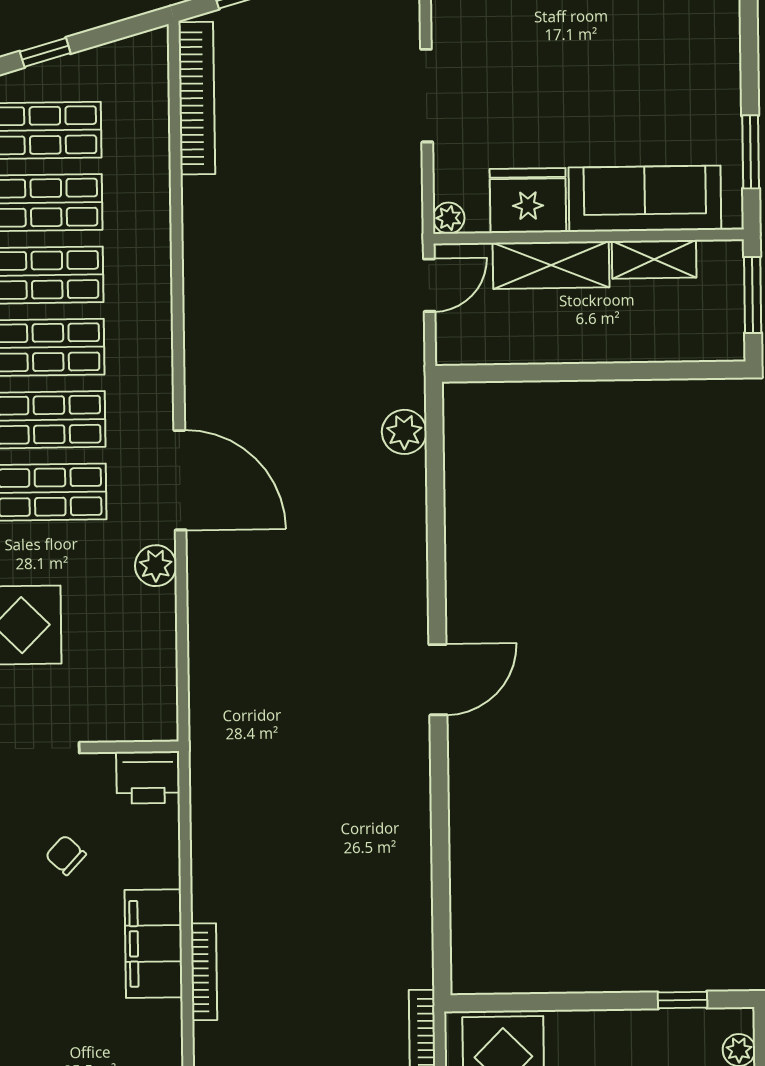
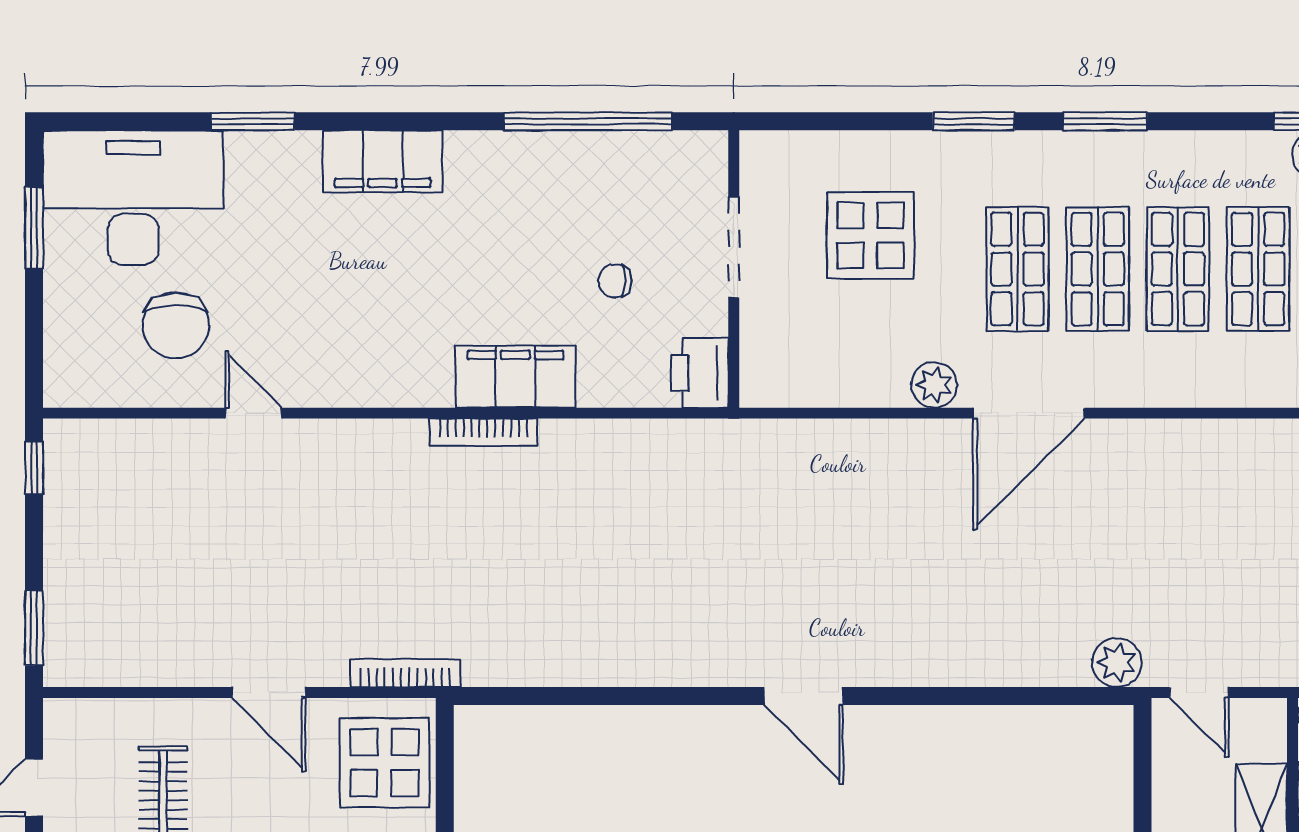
door: (429, 285) -> (1199, 692), moved
plant: (404, 432) -> (1117, 662), moved
chair: (66, 855) -> (615, 281), turned -133

